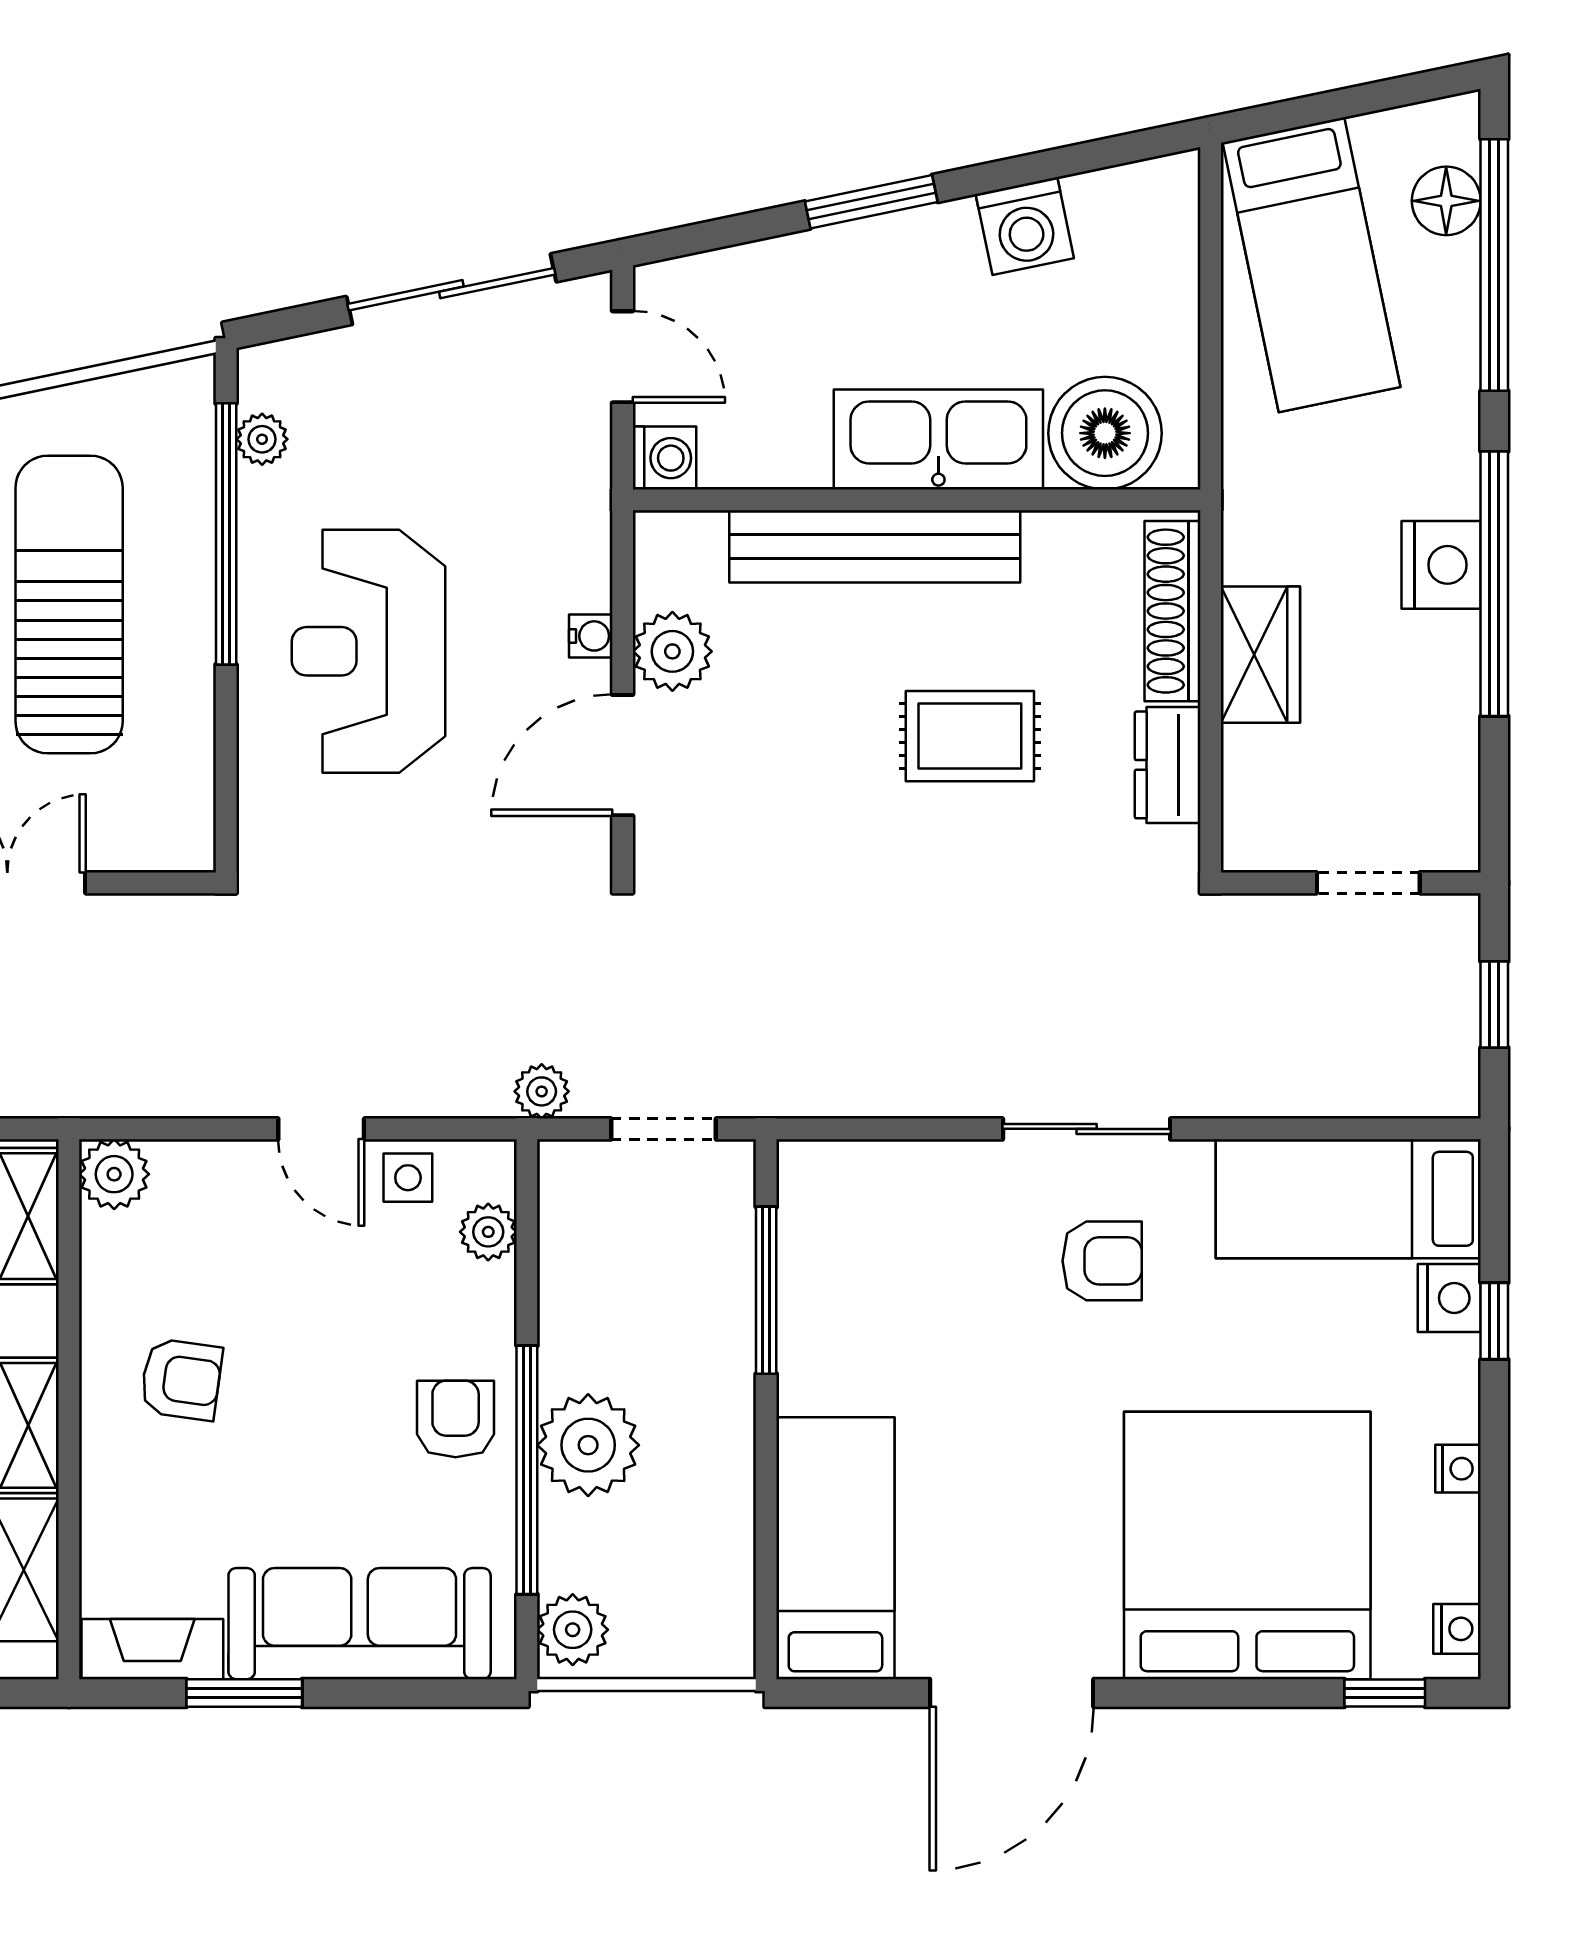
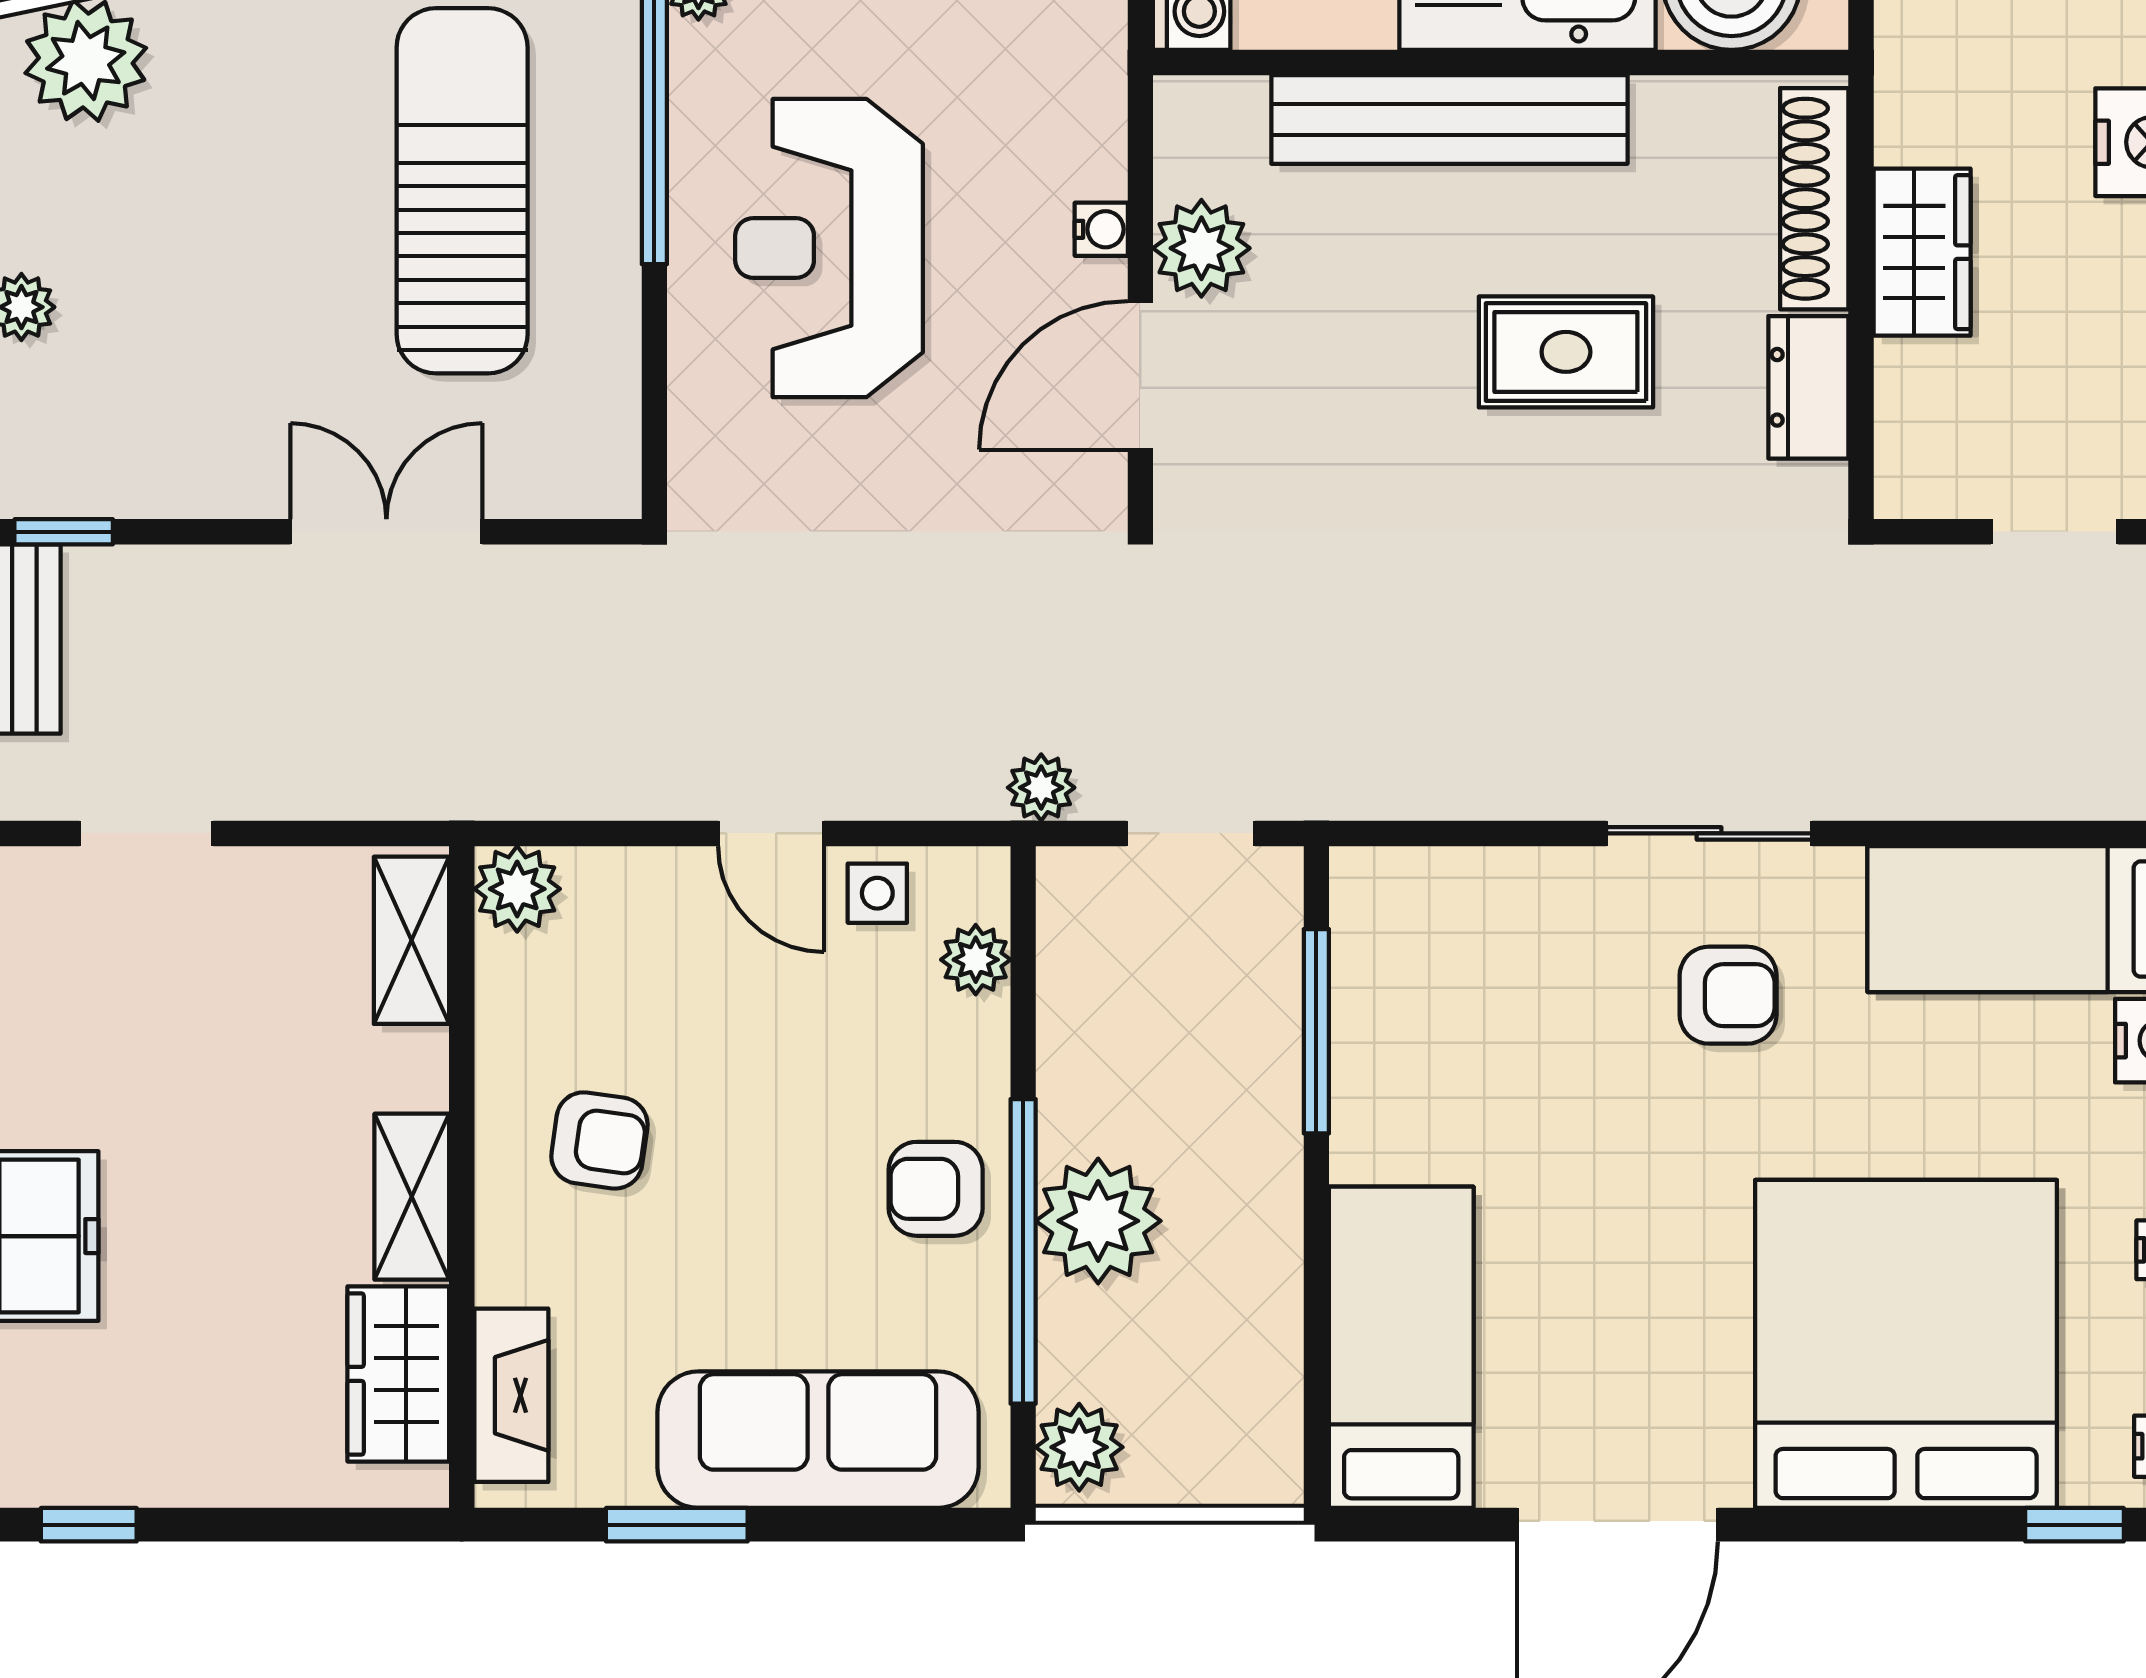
armchair: (456, 1419) -> (936, 1189), turned -90
fireplace: (152, 1649) -> (511, 1395), moved, turned 90

